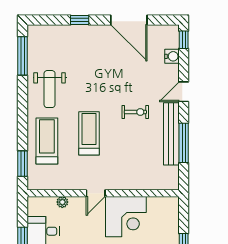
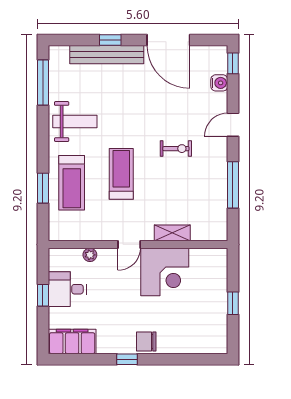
weight bench: (50, 89) -> (75, 122), turned -90
bench: (171, 134) -> (107, 55), moved, turned 90
treadmill: (47, 141) -> (72, 183), turned 180
window: (22, 164) -> (43, 188), moved
shelving: (132, 183) -> (172, 233), added

